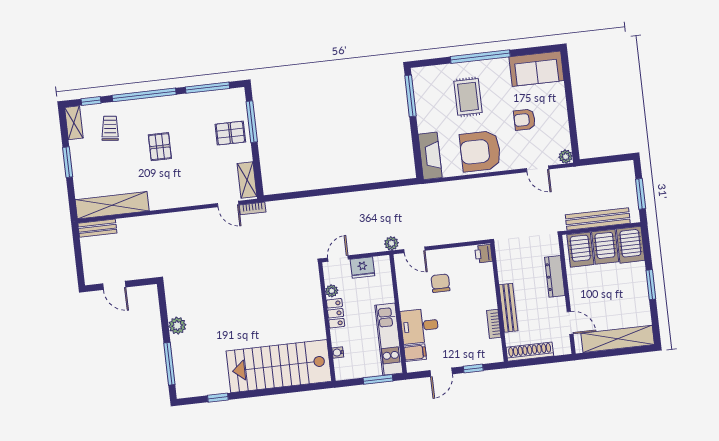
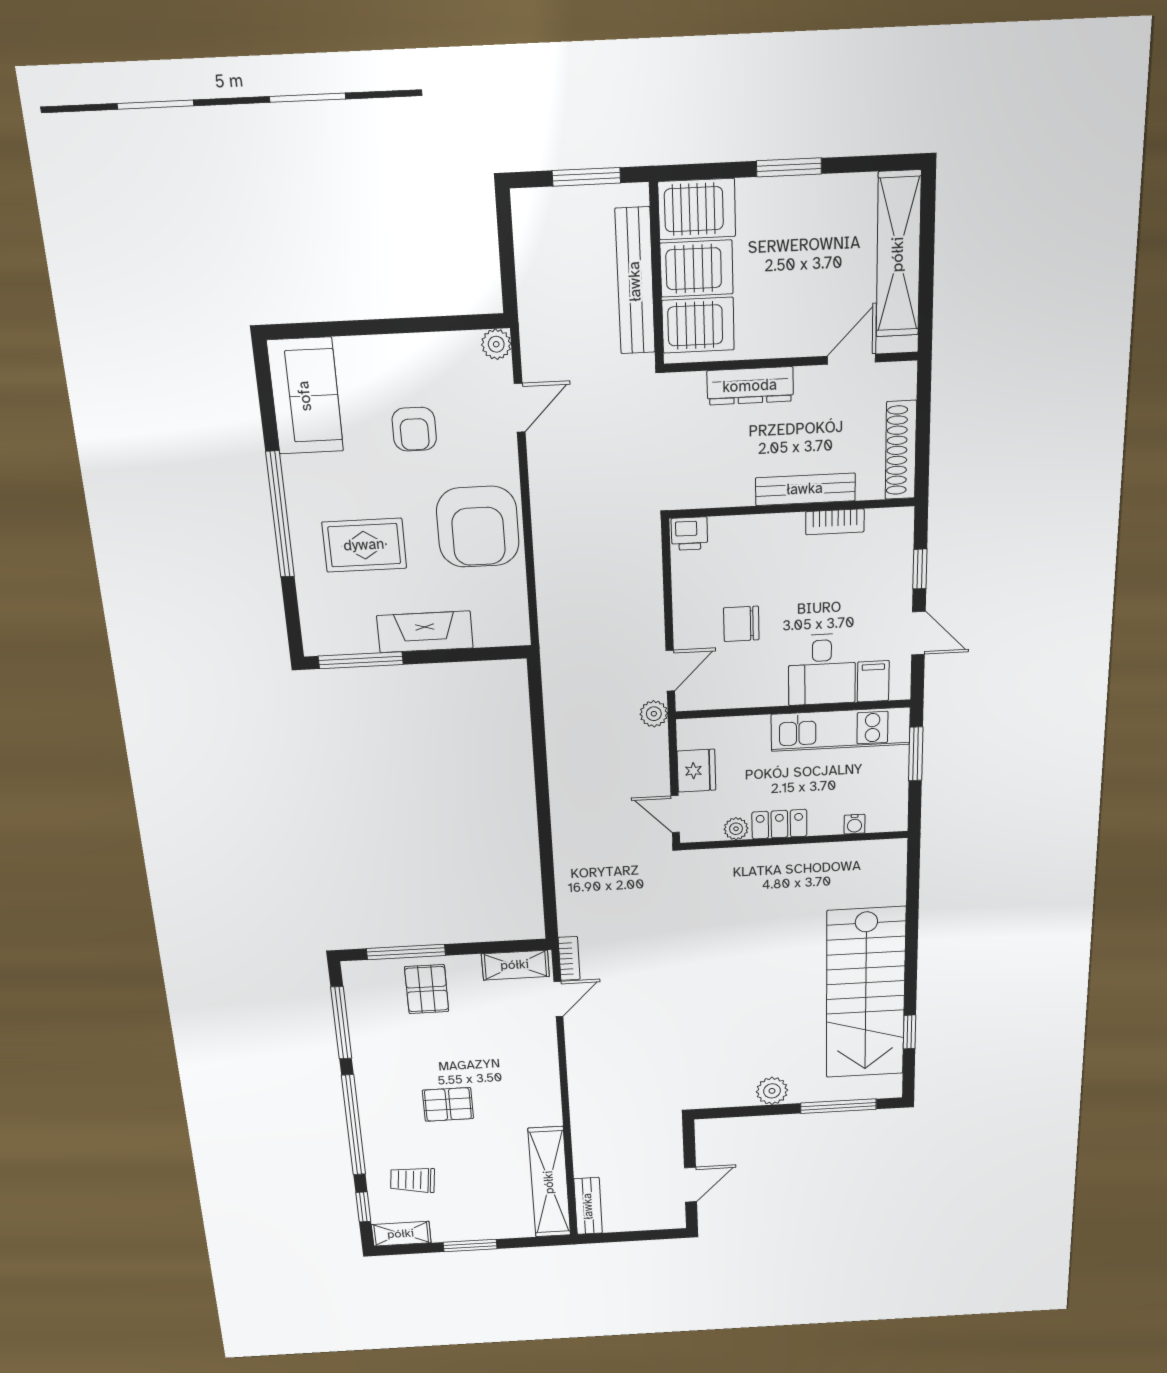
fireplace: (430, 156) -> (425, 632), moved
stairs: (279, 366) -> (866, 993), moved

